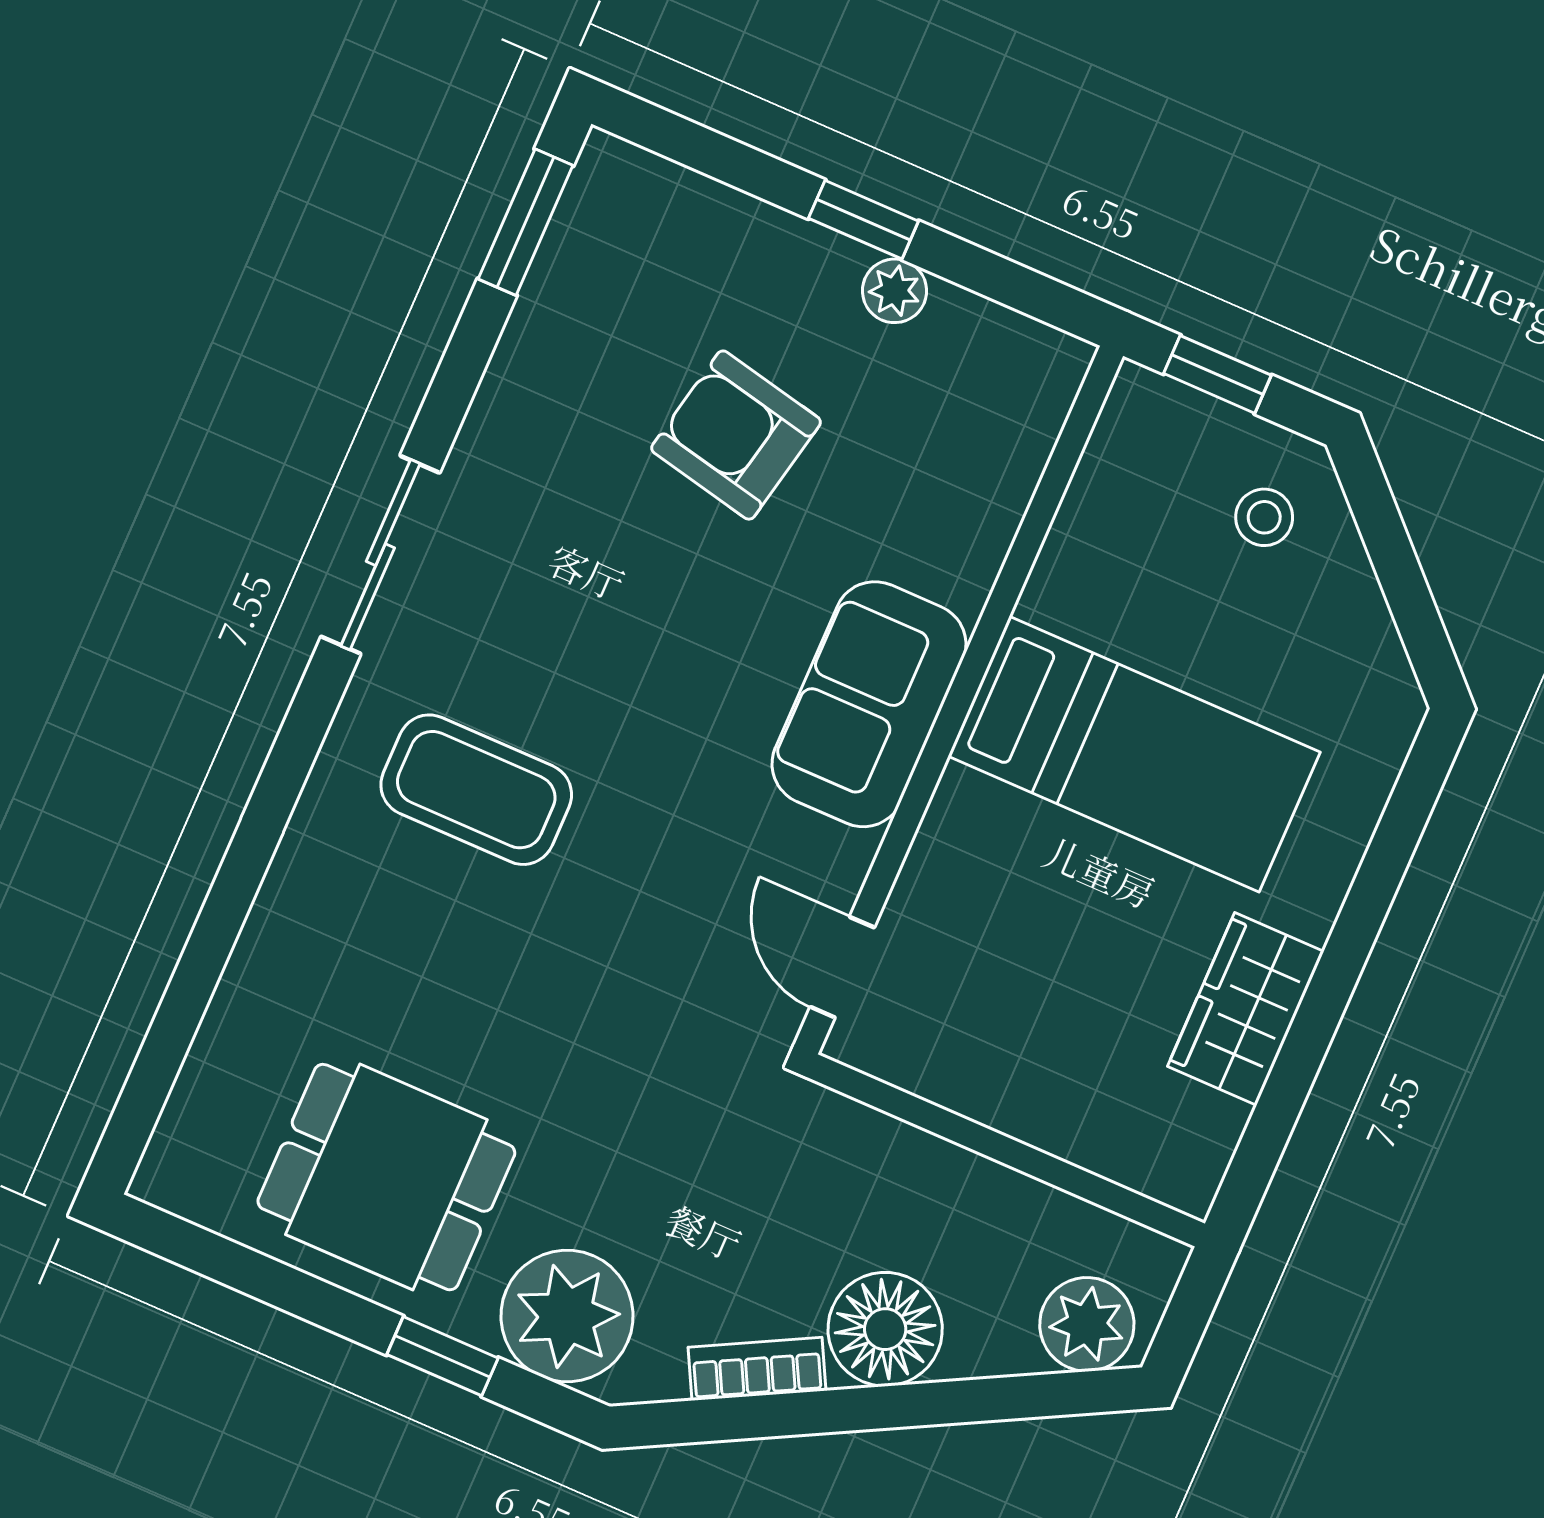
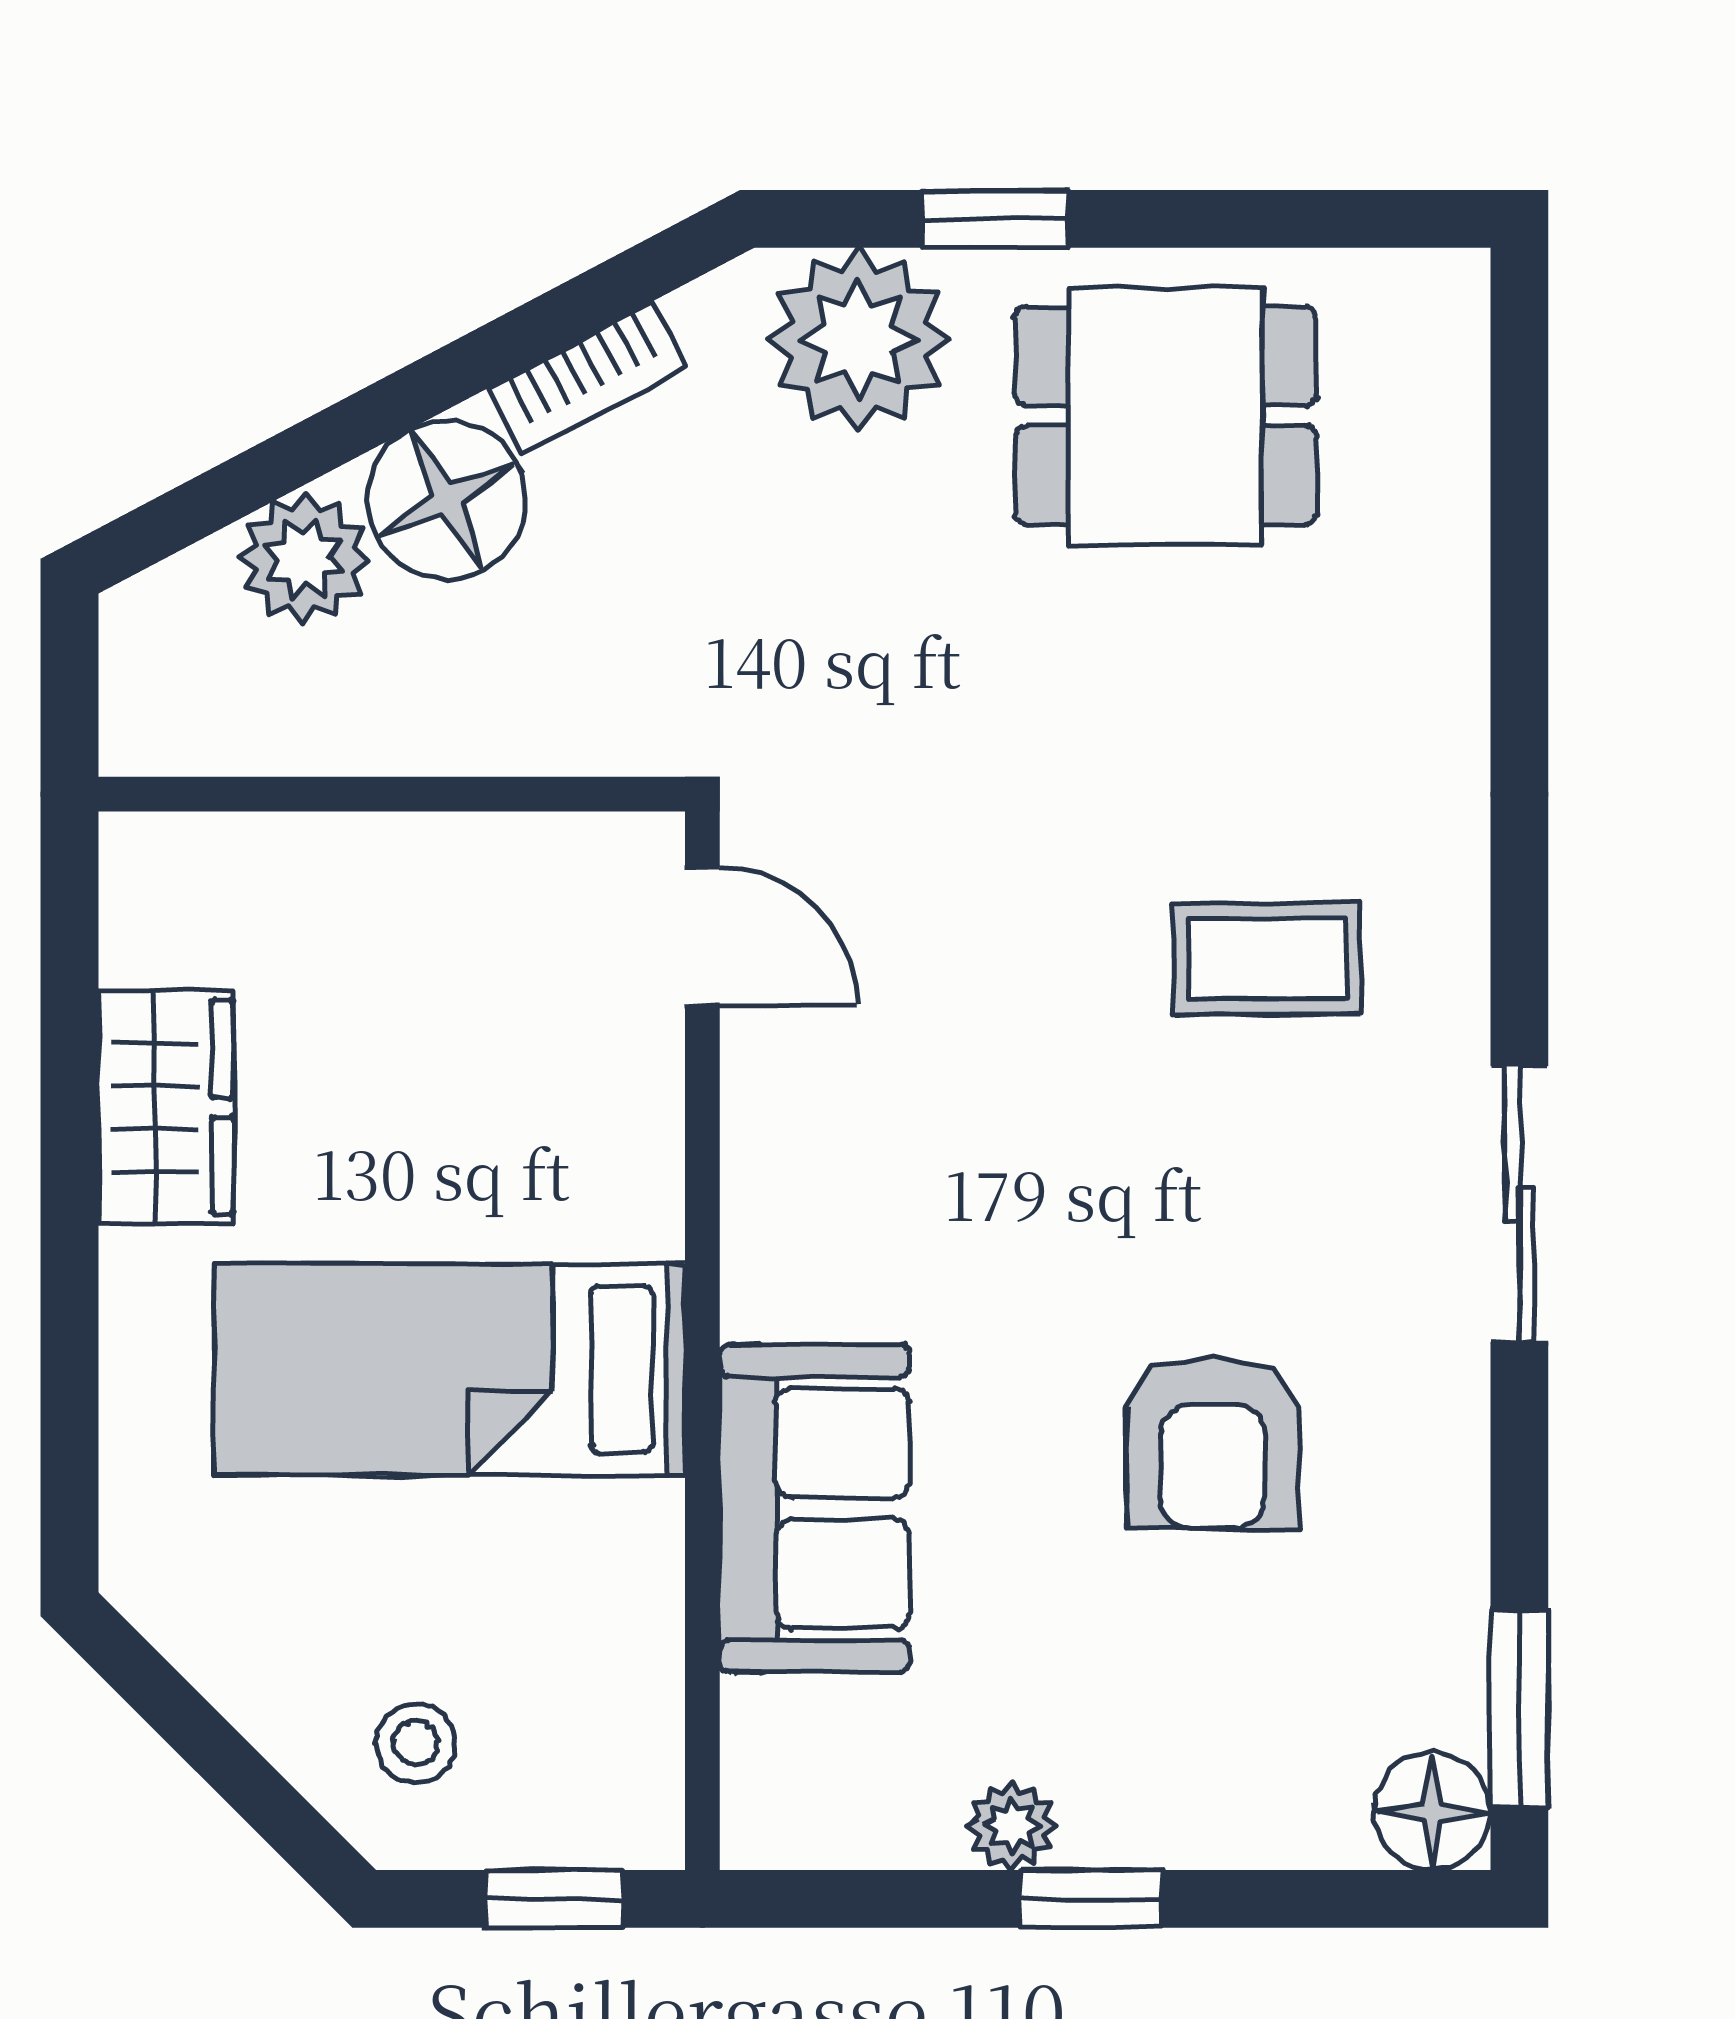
floor lamp: (613, 179) -> (1432, 1812), added
armchair: (736, 435) -> (1213, 1442), moved, turned 78
sofa: (869, 704) -> (815, 1508), moved
coffee table: (476, 790) -> (1267, 959), width x0.73, depth x0.77
plant: (1087, 1324) -> (304, 559), moved

